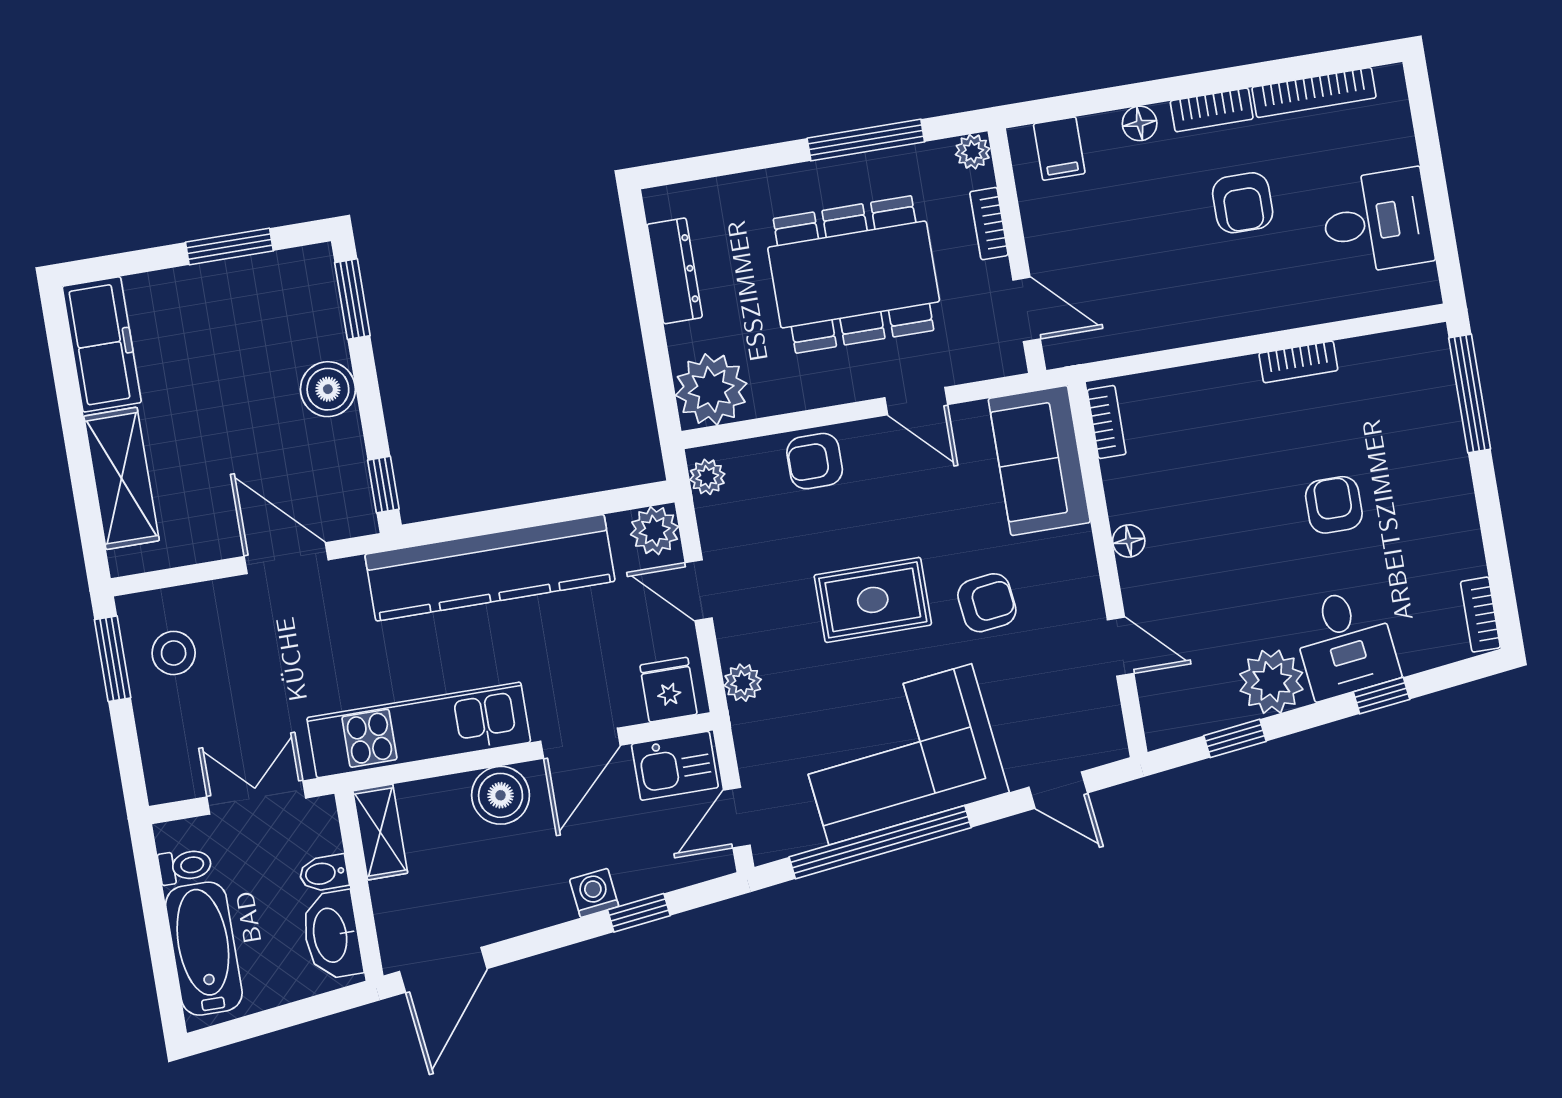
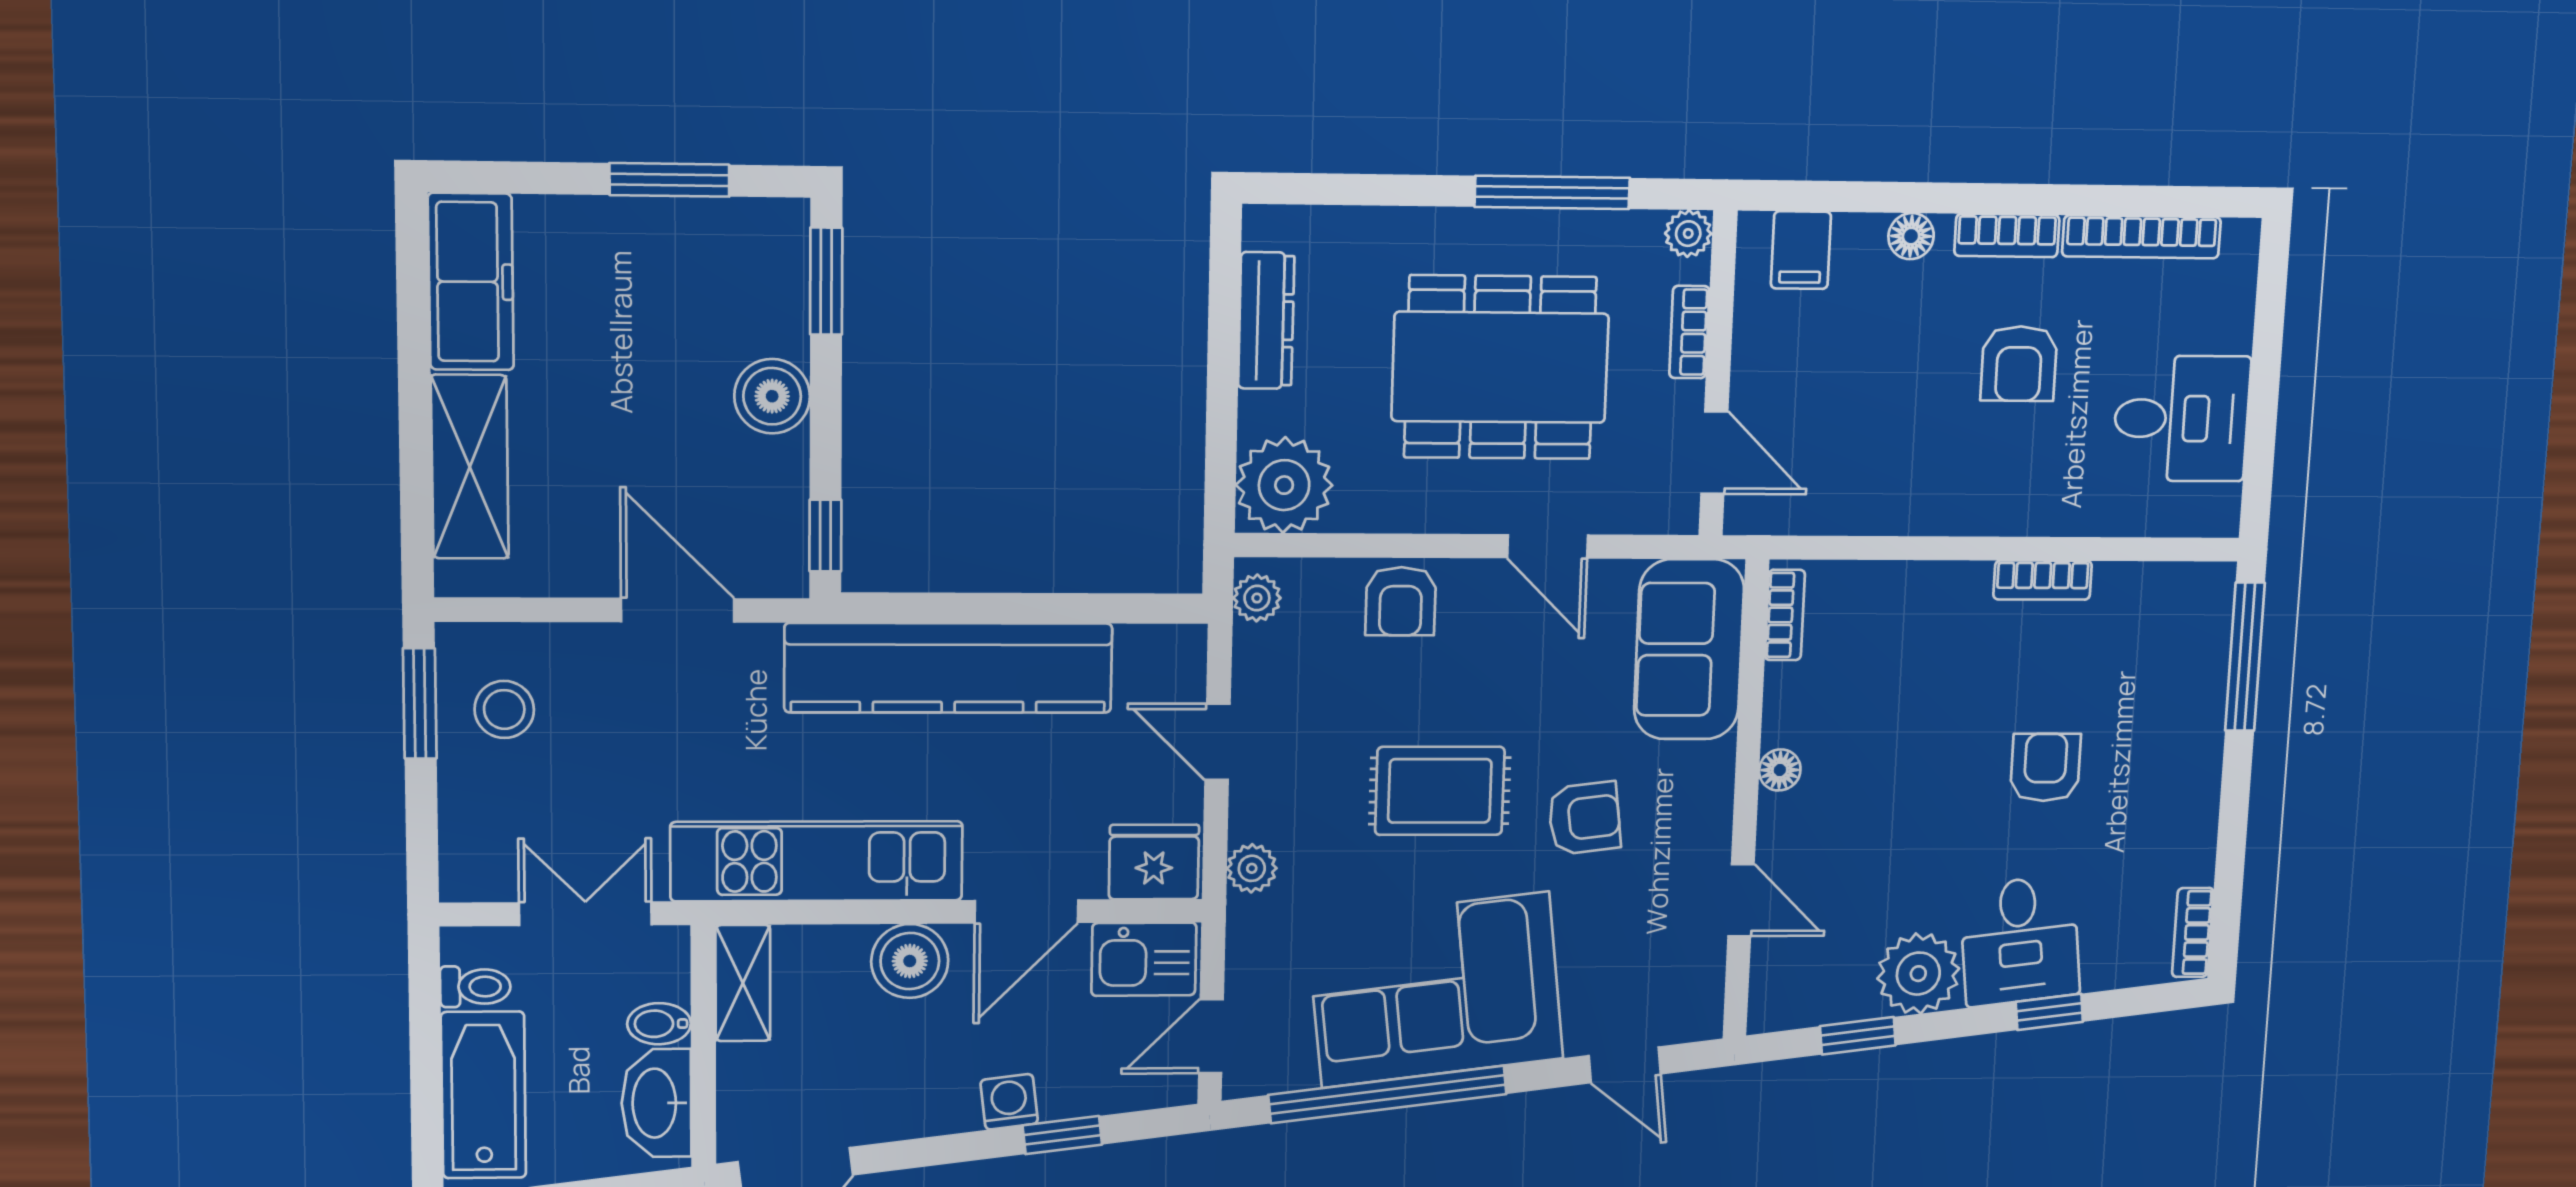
armchair: (815, 461) -> (1401, 601), turned -90
plant: (655, 531) -> (1175, 656), removed
fridge: (668, 690) -> (1154, 862), width x1.38

